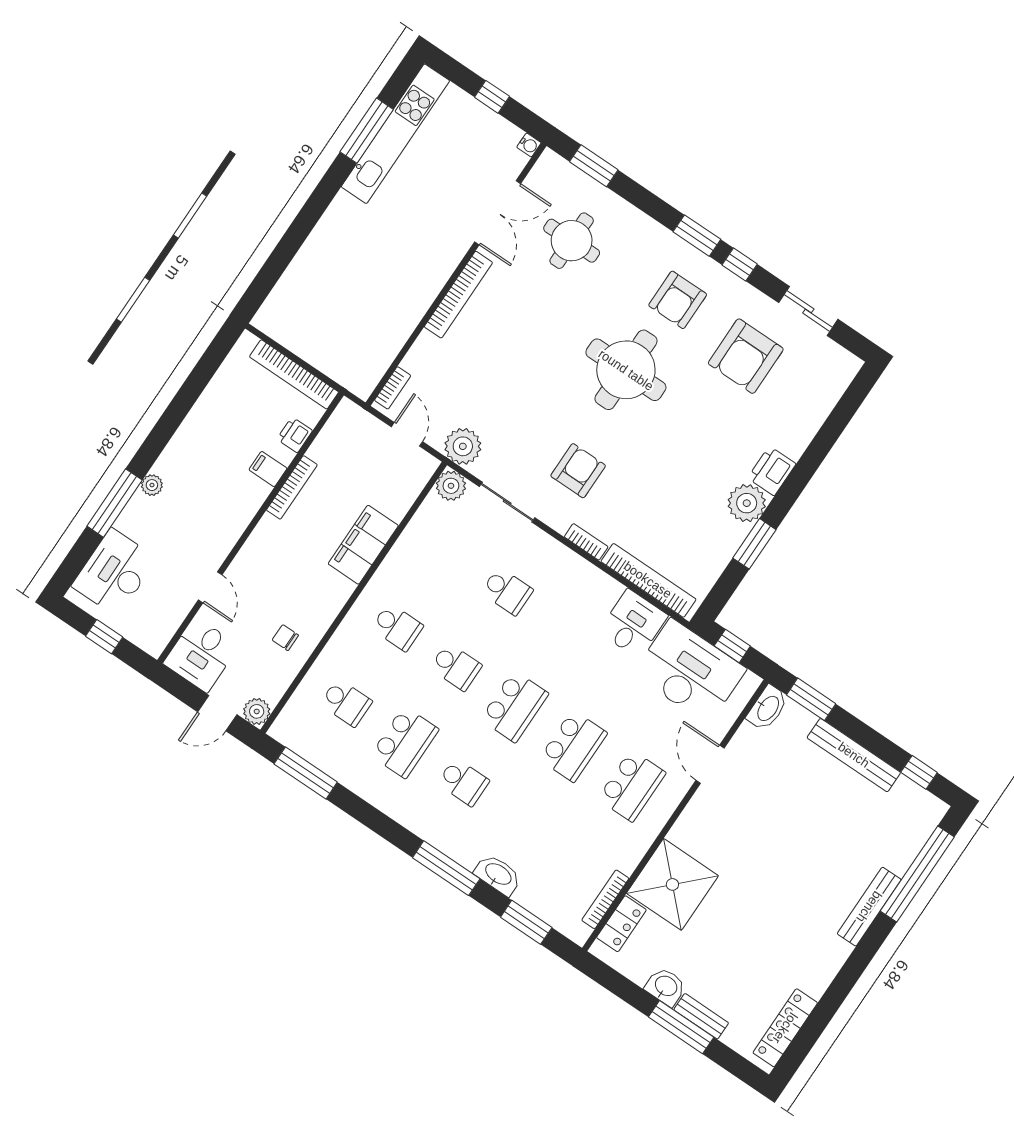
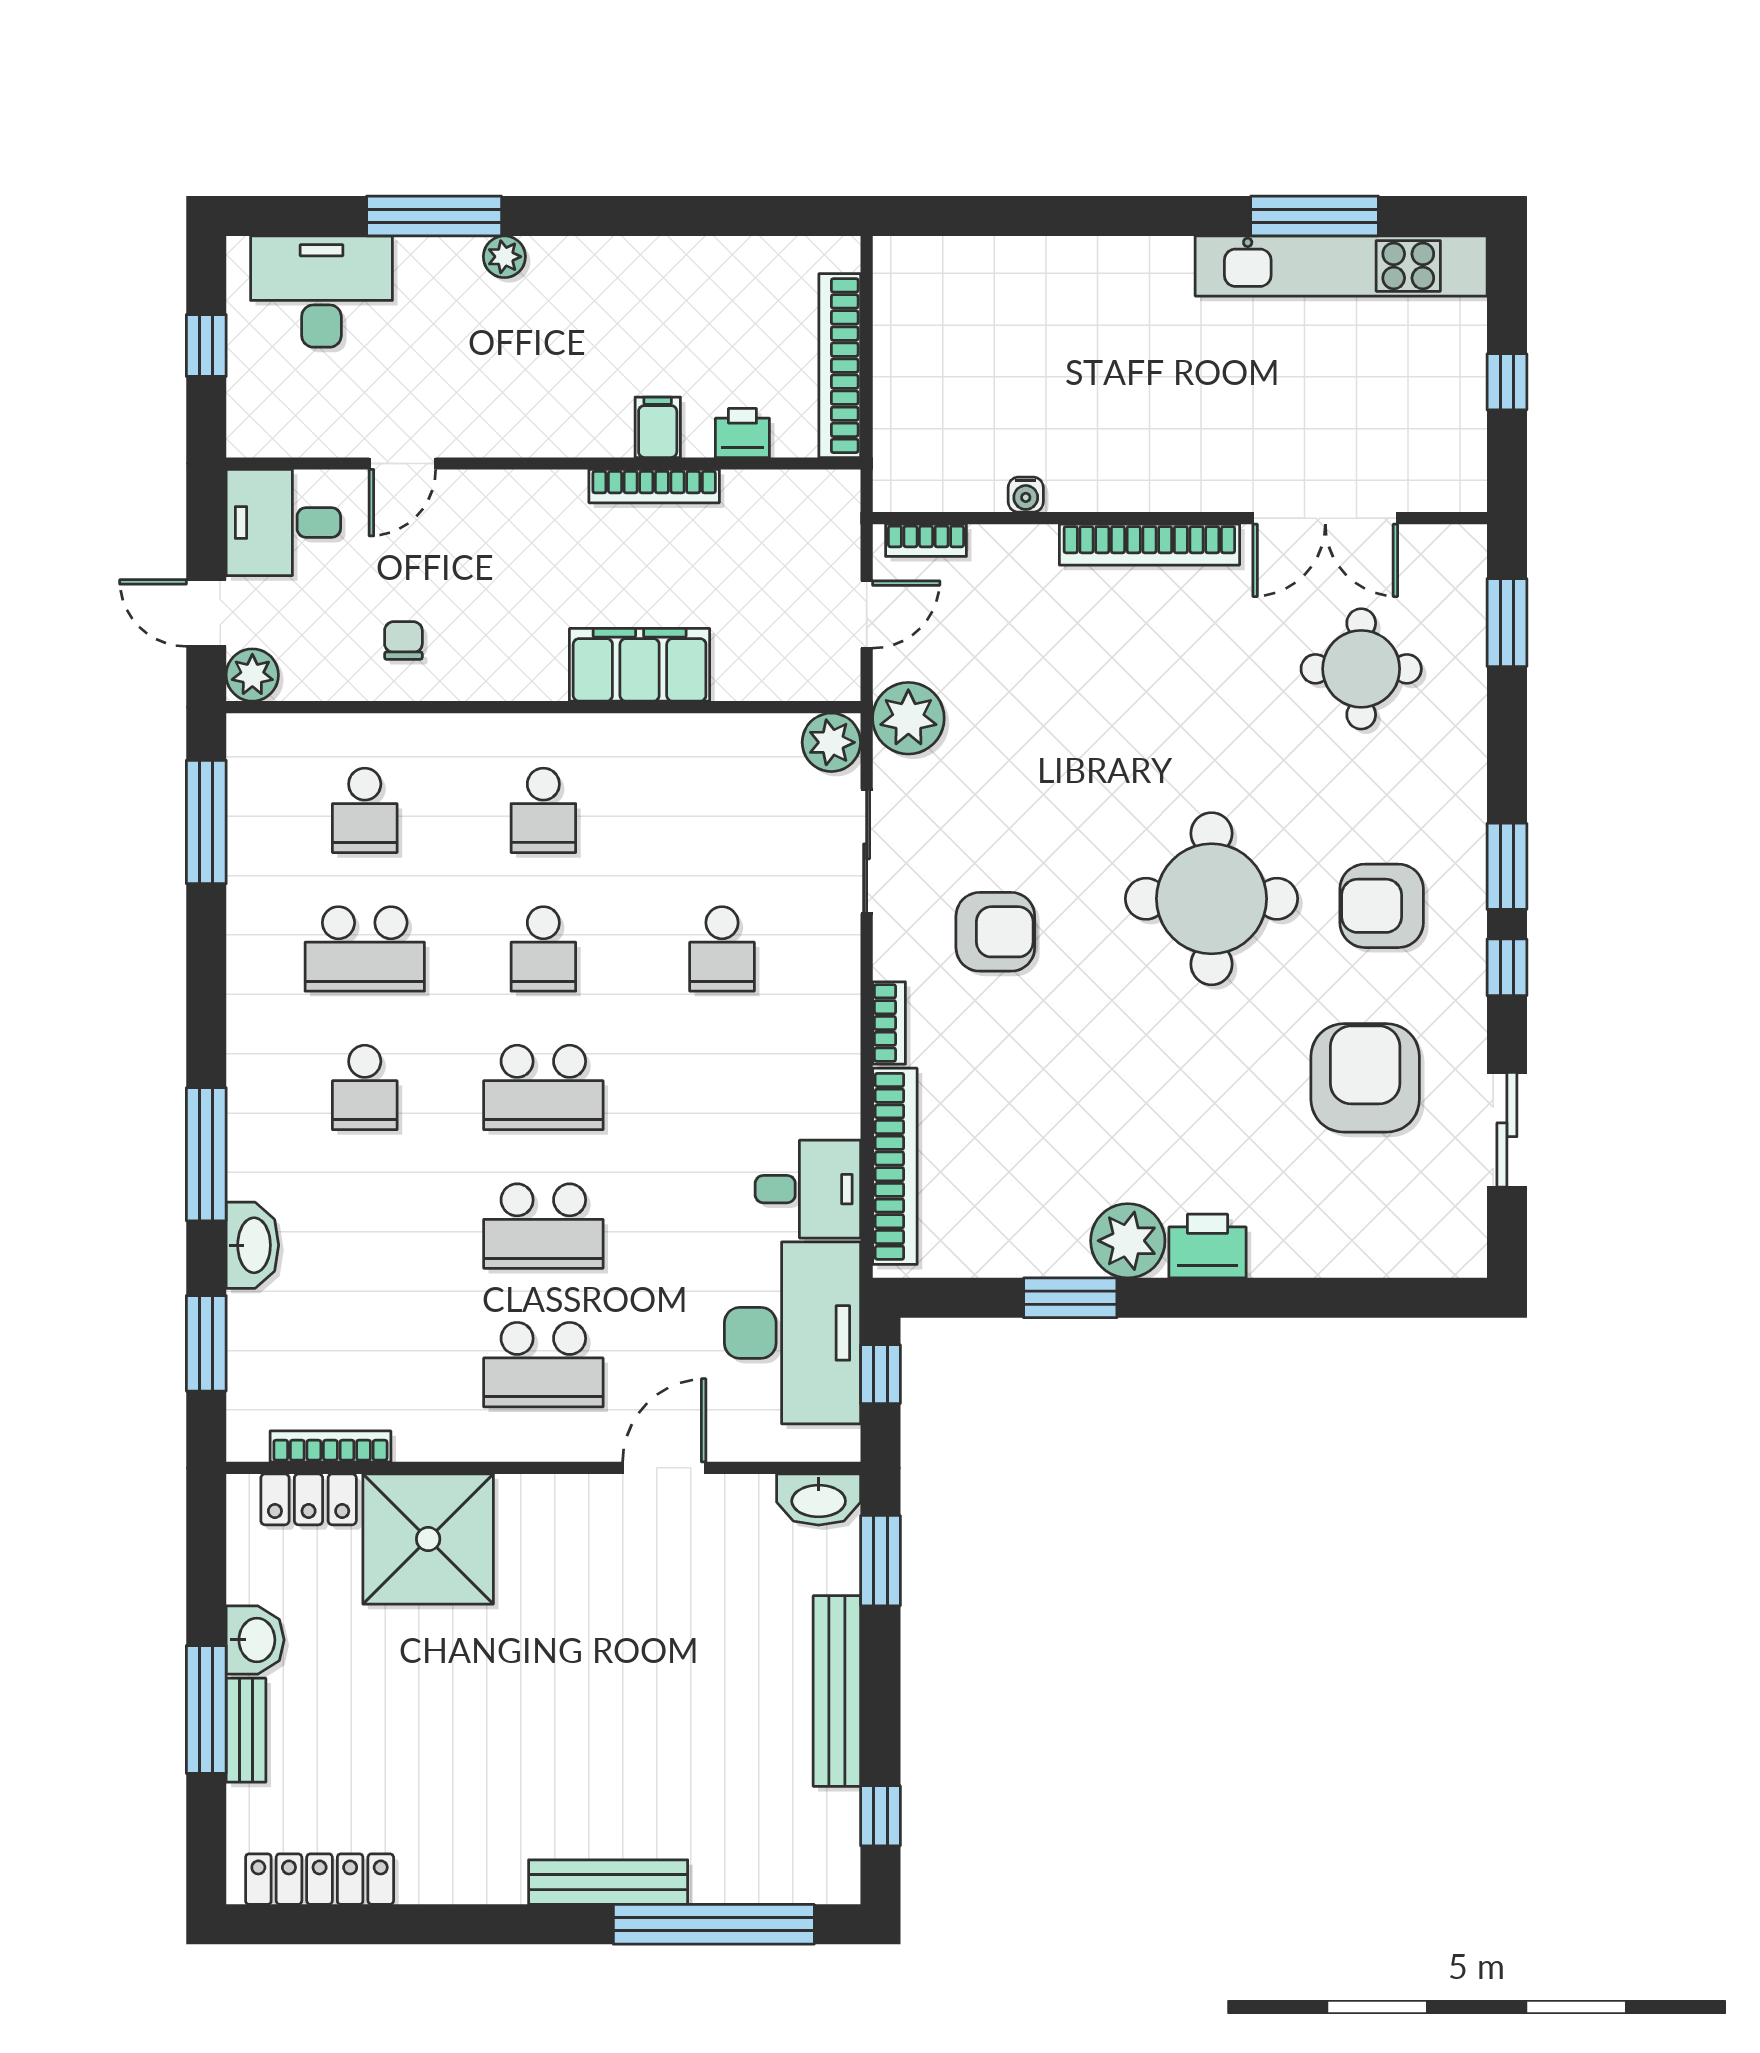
water cooler: (529, 145) -> (1026, 495), moved
armchair: (746, 356) -> (1365, 1078), turned 90

